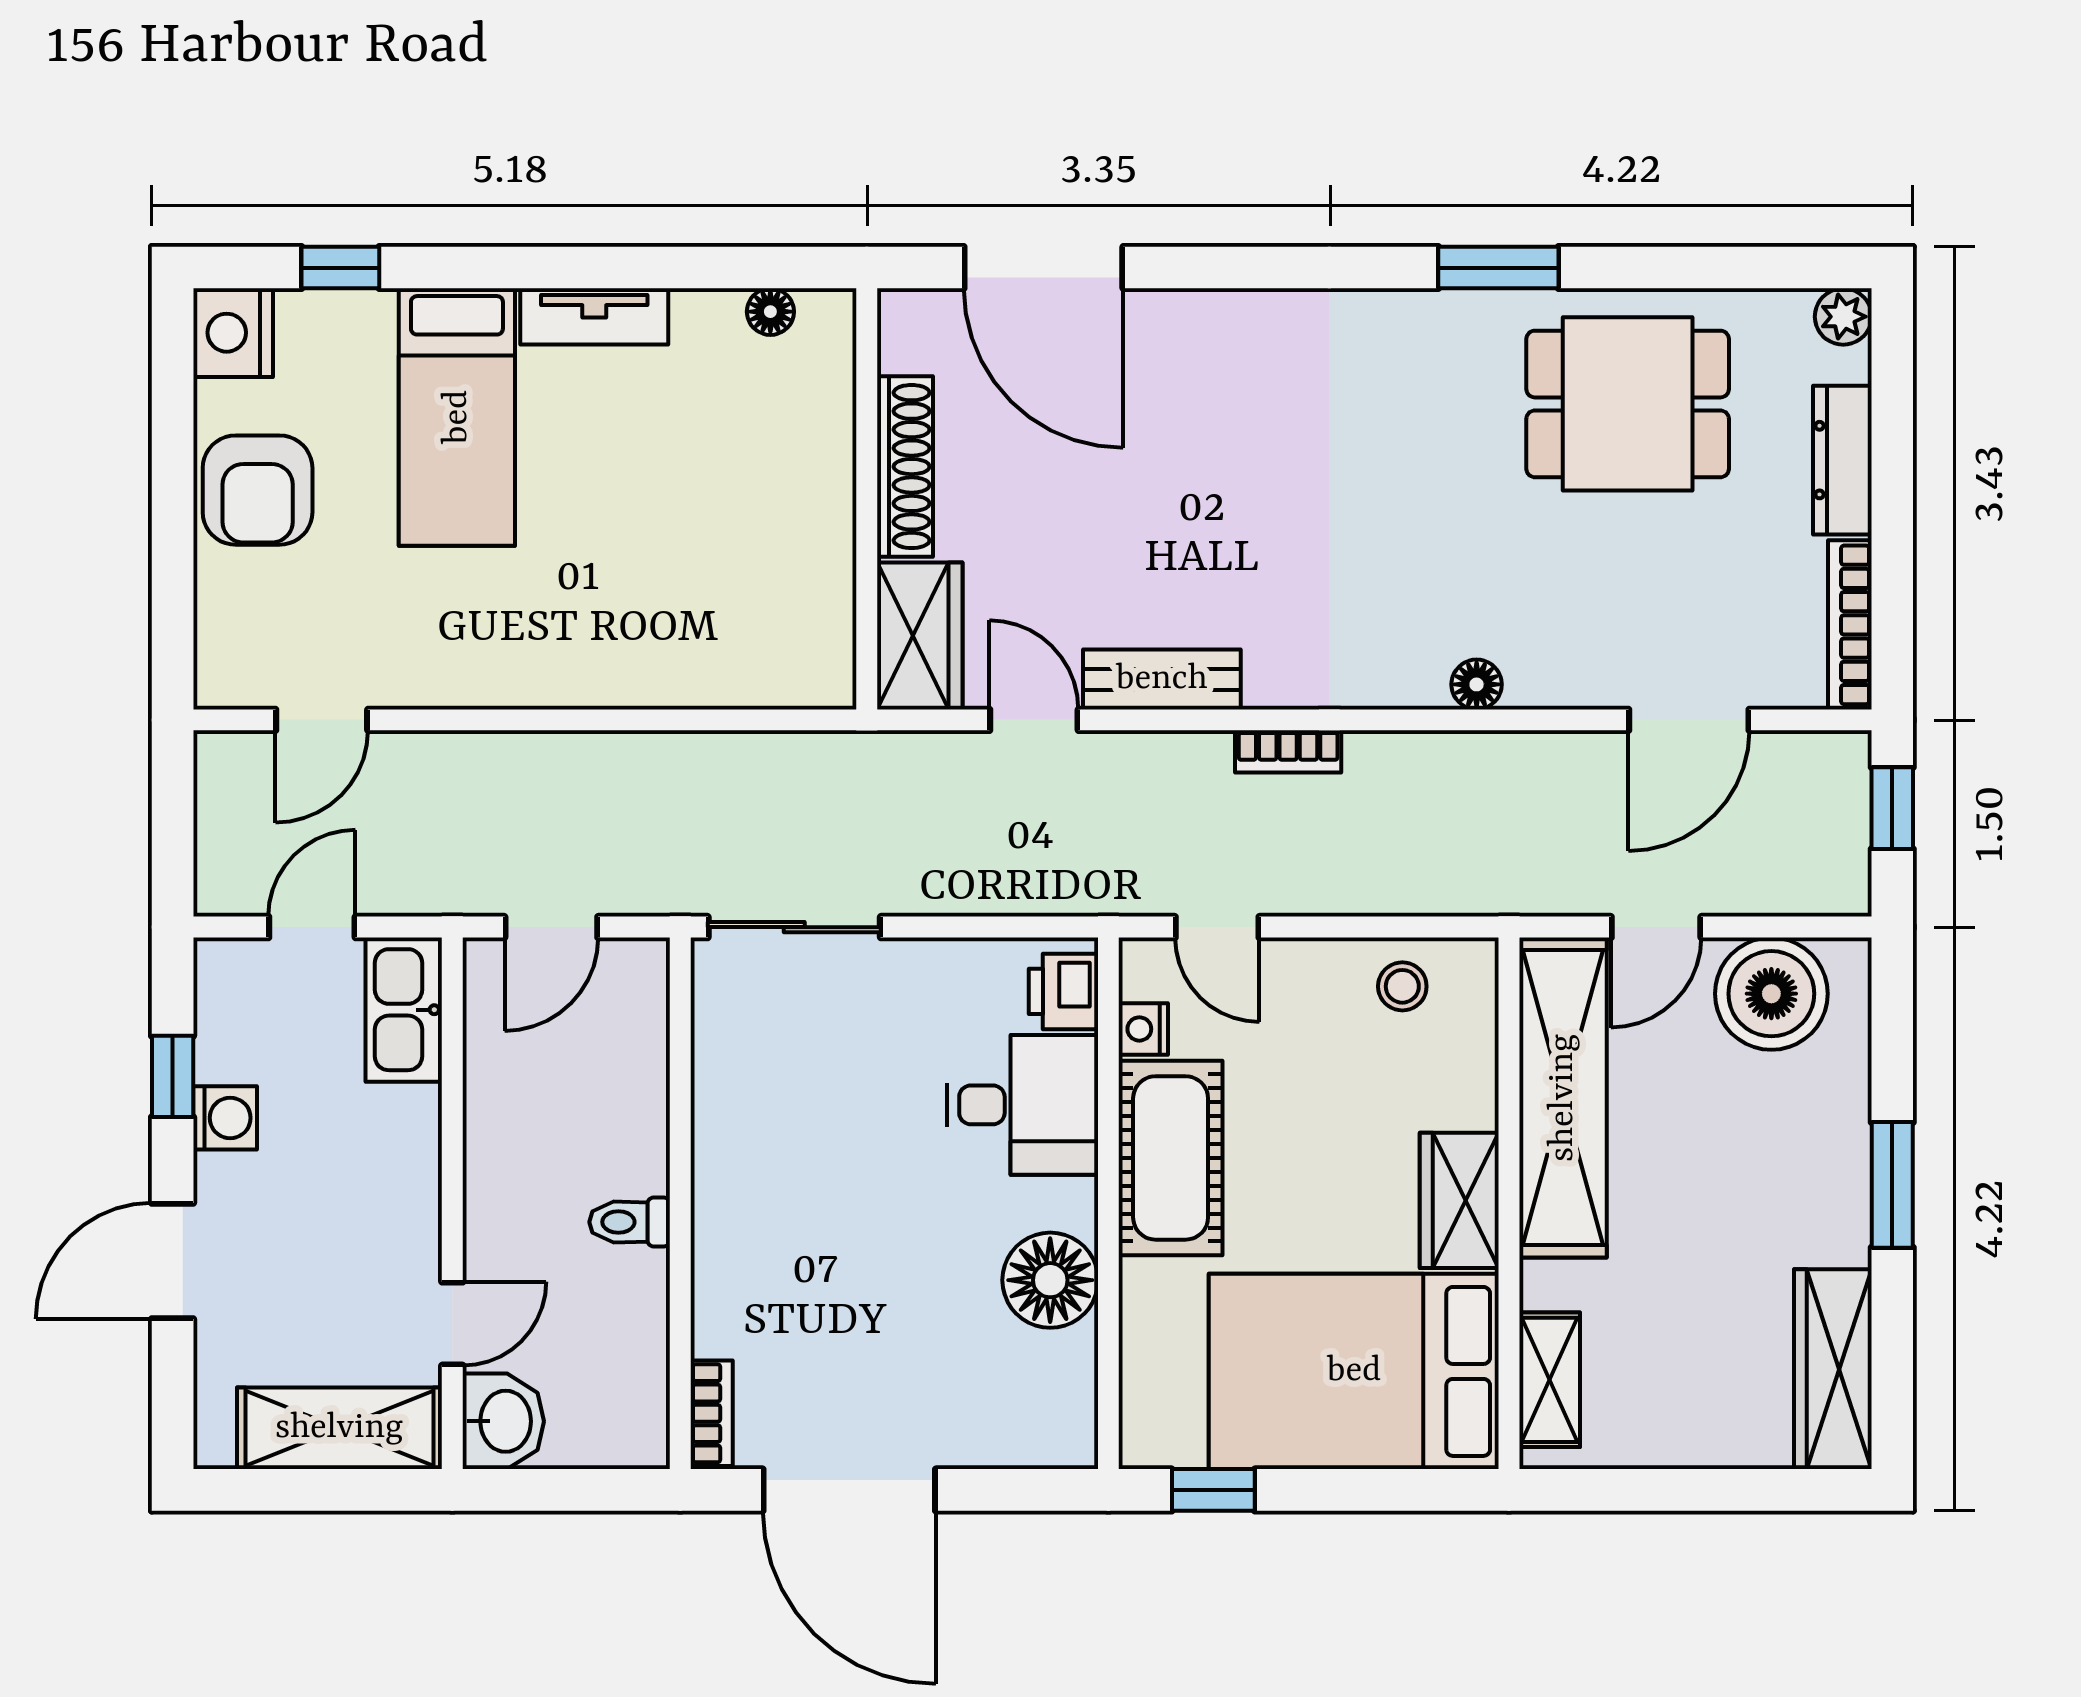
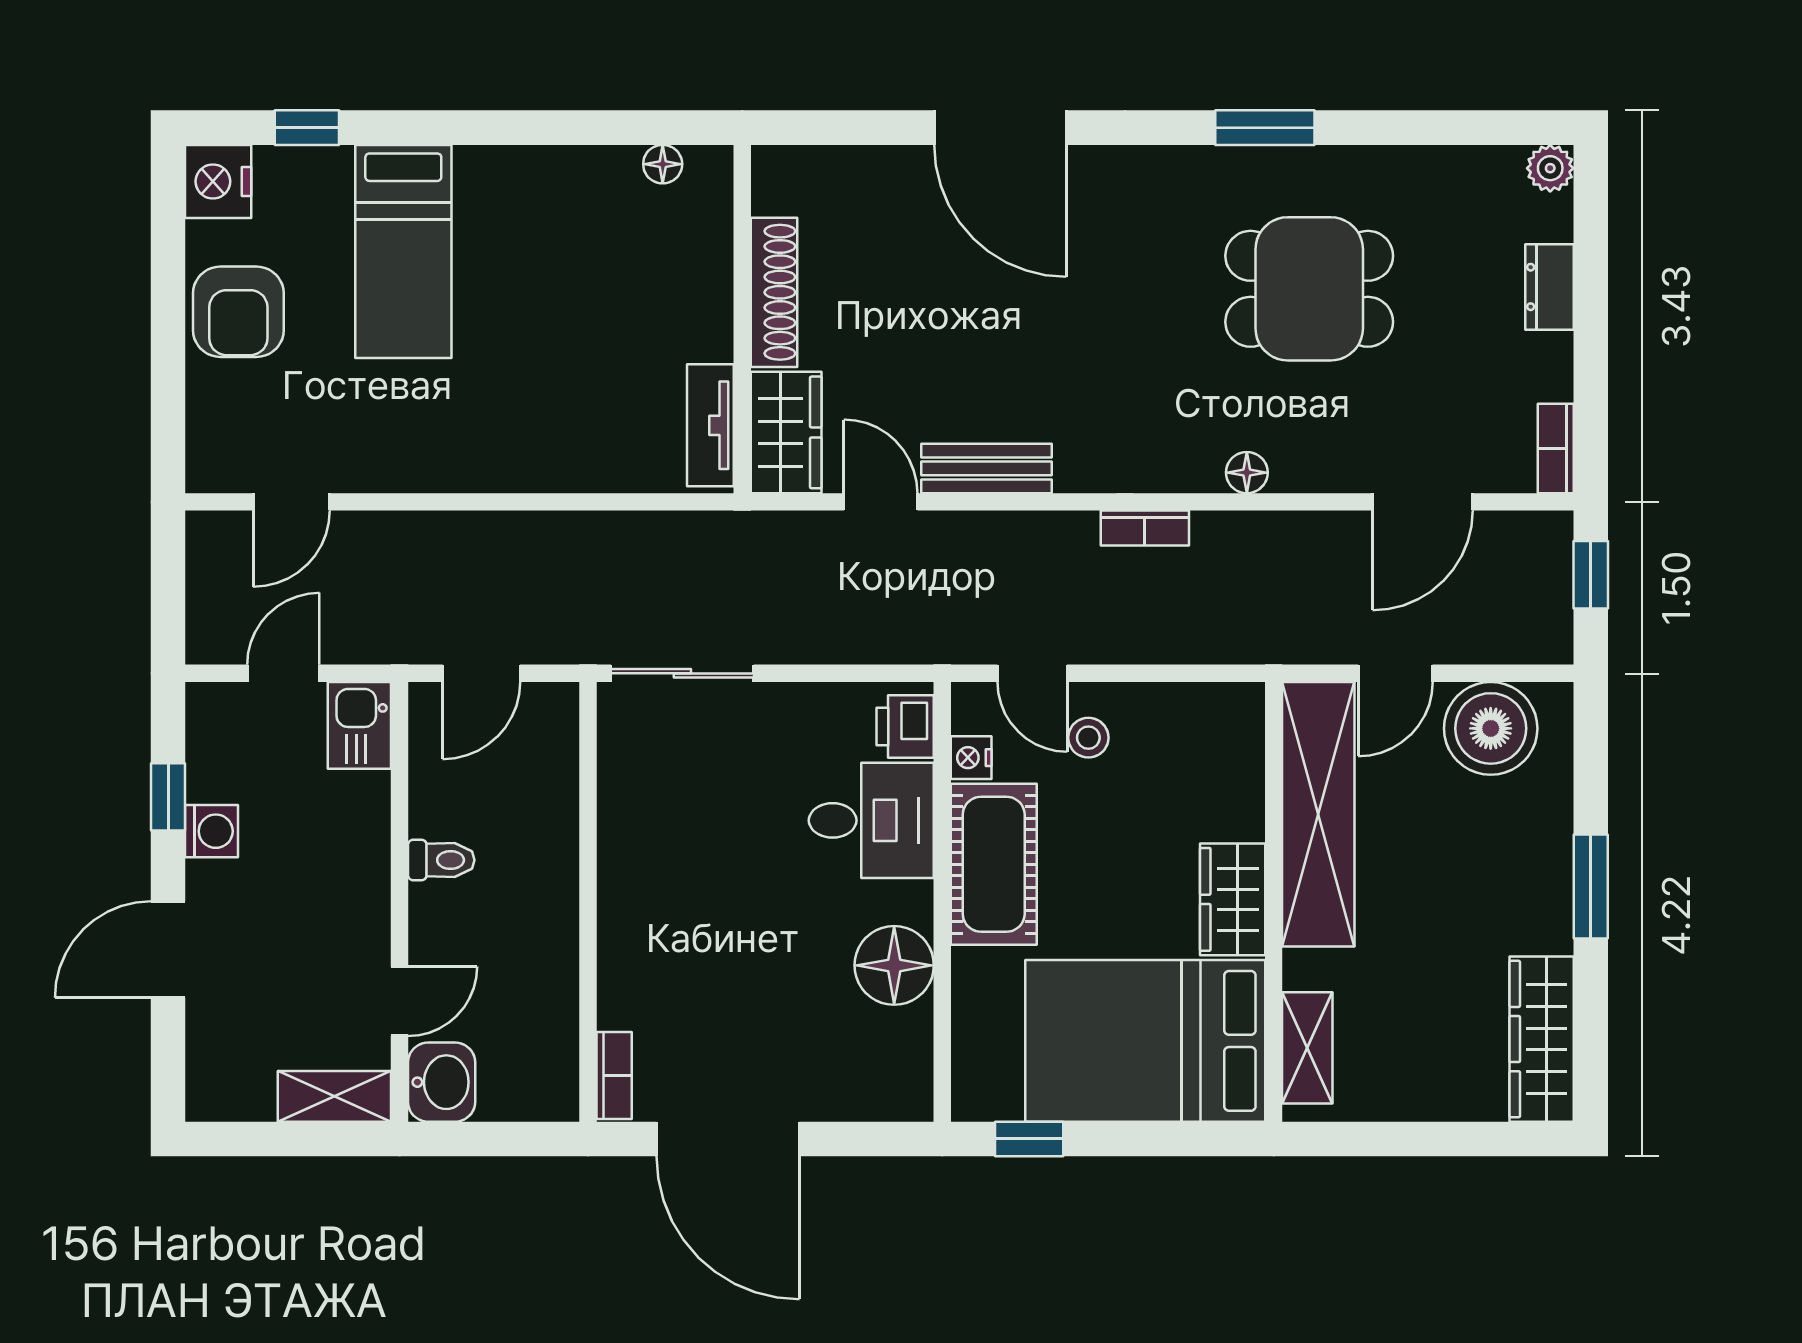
door: (1043, 268) -> (1000, 128), moved
tv unit: (594, 316) -> (710, 425), moved, turned 90
dining table: (1628, 404) -> (1309, 289), moved
dresser: (1842, 460) -> (1549, 287), width x0.70
bookcase: (1850, 625) -> (1556, 448), width x0.64
bookcase: (1288, 751) -> (1145, 528), moved
stool: (1402, 986) -> (1088, 738), moved
kitchen sink: (404, 1010) -> (359, 725), width x0.73
toilet: (630, 1222) -> (441, 860), moved, turned 180
shelving: (339, 1428) -> (334, 1096), width x0.67, depth x0.75

